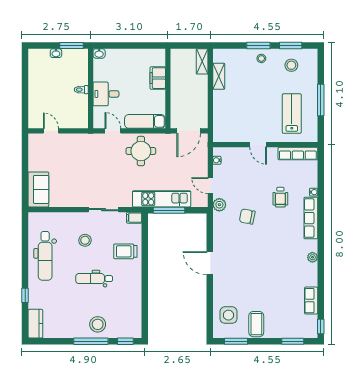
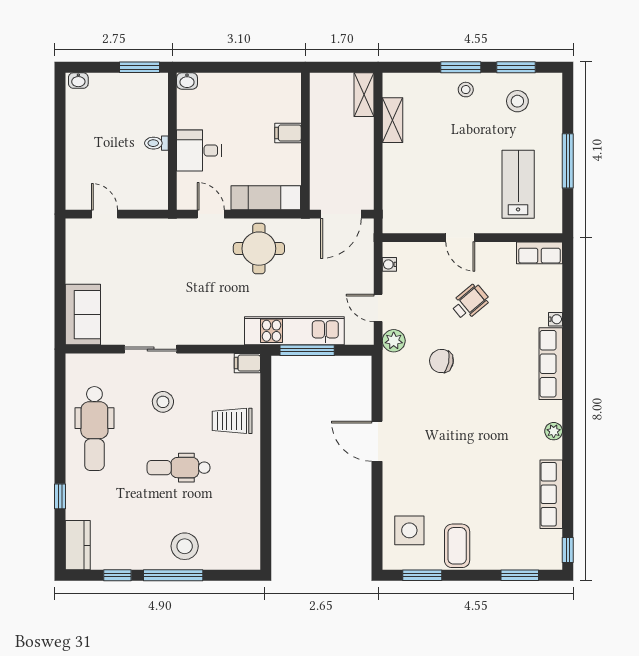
washbasin: (56, 53) -> (78, 81), moved
filing cabinet: (158, 78) -> (288, 133), width x0.50
row of seats: (298, 154) -> (539, 253), width x0.68
wheelchair: (280, 197) -> (470, 302), moved, turned -130
sliding door: (104, 210) -> (151, 349), moved
row of seats: (311, 301) -> (551, 494), width x1.48
window: (125, 341) -> (117, 575), moved

